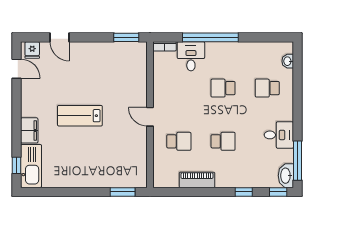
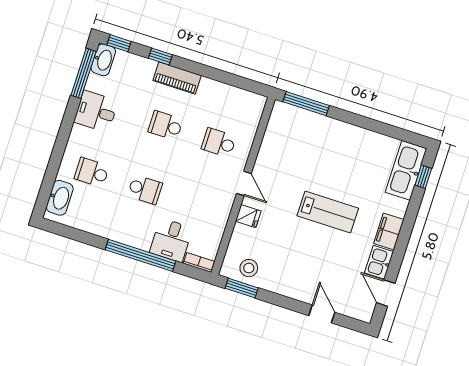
fridge: (32, 50) -> (248, 216), moved, turned 90
stool: (126, 54) -> (249, 268), added
washbasin: (288, 61) -> (60, 198), width x1.91, depth x1.45
school desk: (267, 88) -> (92, 172), turned 180
kitchen sink: (29, 90) -> (379, 262), added
filing cabinet: (29, 130) -> (389, 232), moved
piano: (197, 180) -> (177, 78), moved
window: (123, 192) -> (306, 104), width x1.44

